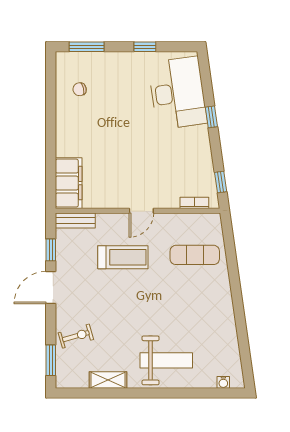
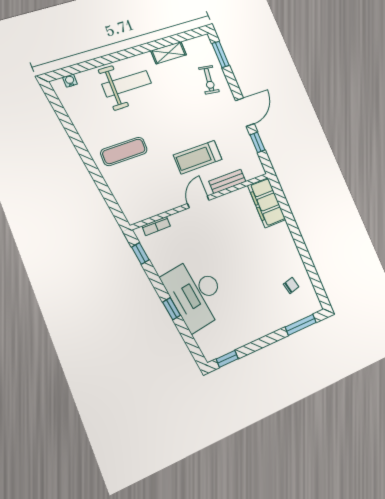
window: (145, 47) -> (227, 359), moved
desk: (178, 93) -> (196, 293), moved
bench: (75, 221) -> (227, 181), moved
exercise mat: (195, 255) -> (124, 151), moved
exercise bike: (76, 336) -> (209, 80), turned -66
weight bench: (166, 360) -> (127, 84), turned 180

